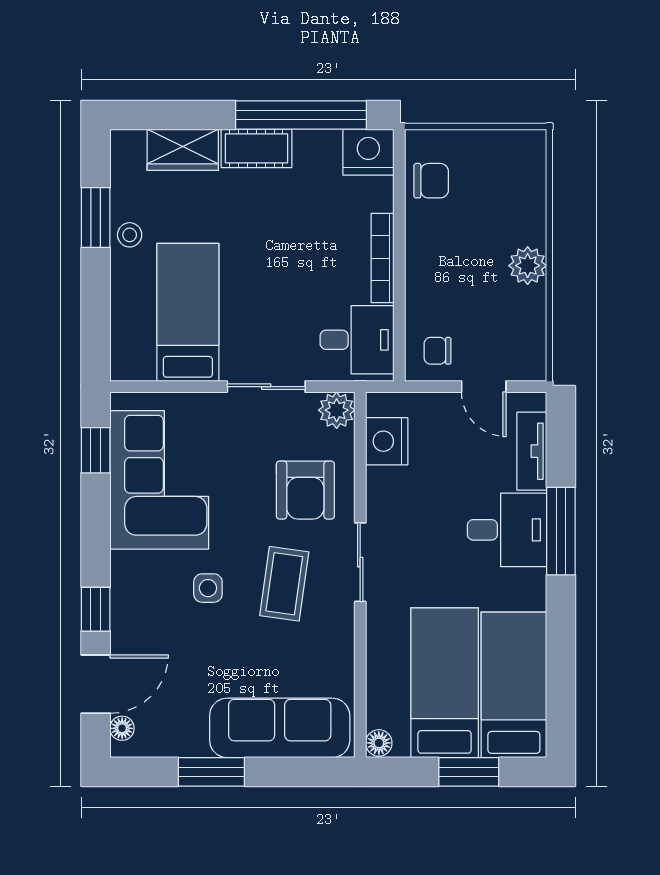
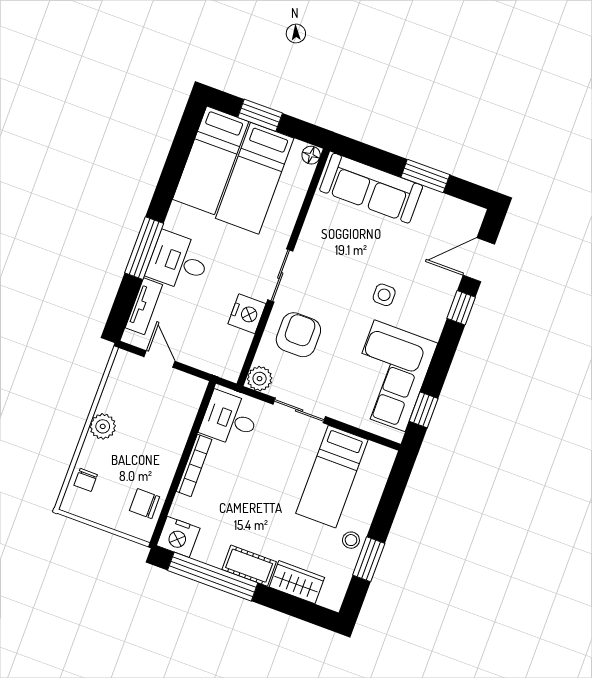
chair: (437, 351) -> (86, 480), moved, turned 90
nightstand: (387, 441) -> (247, 314), moved
coffee table: (284, 584) -> (334, 280), removed
floor lamp: (122, 728) -> (472, 225), removed

